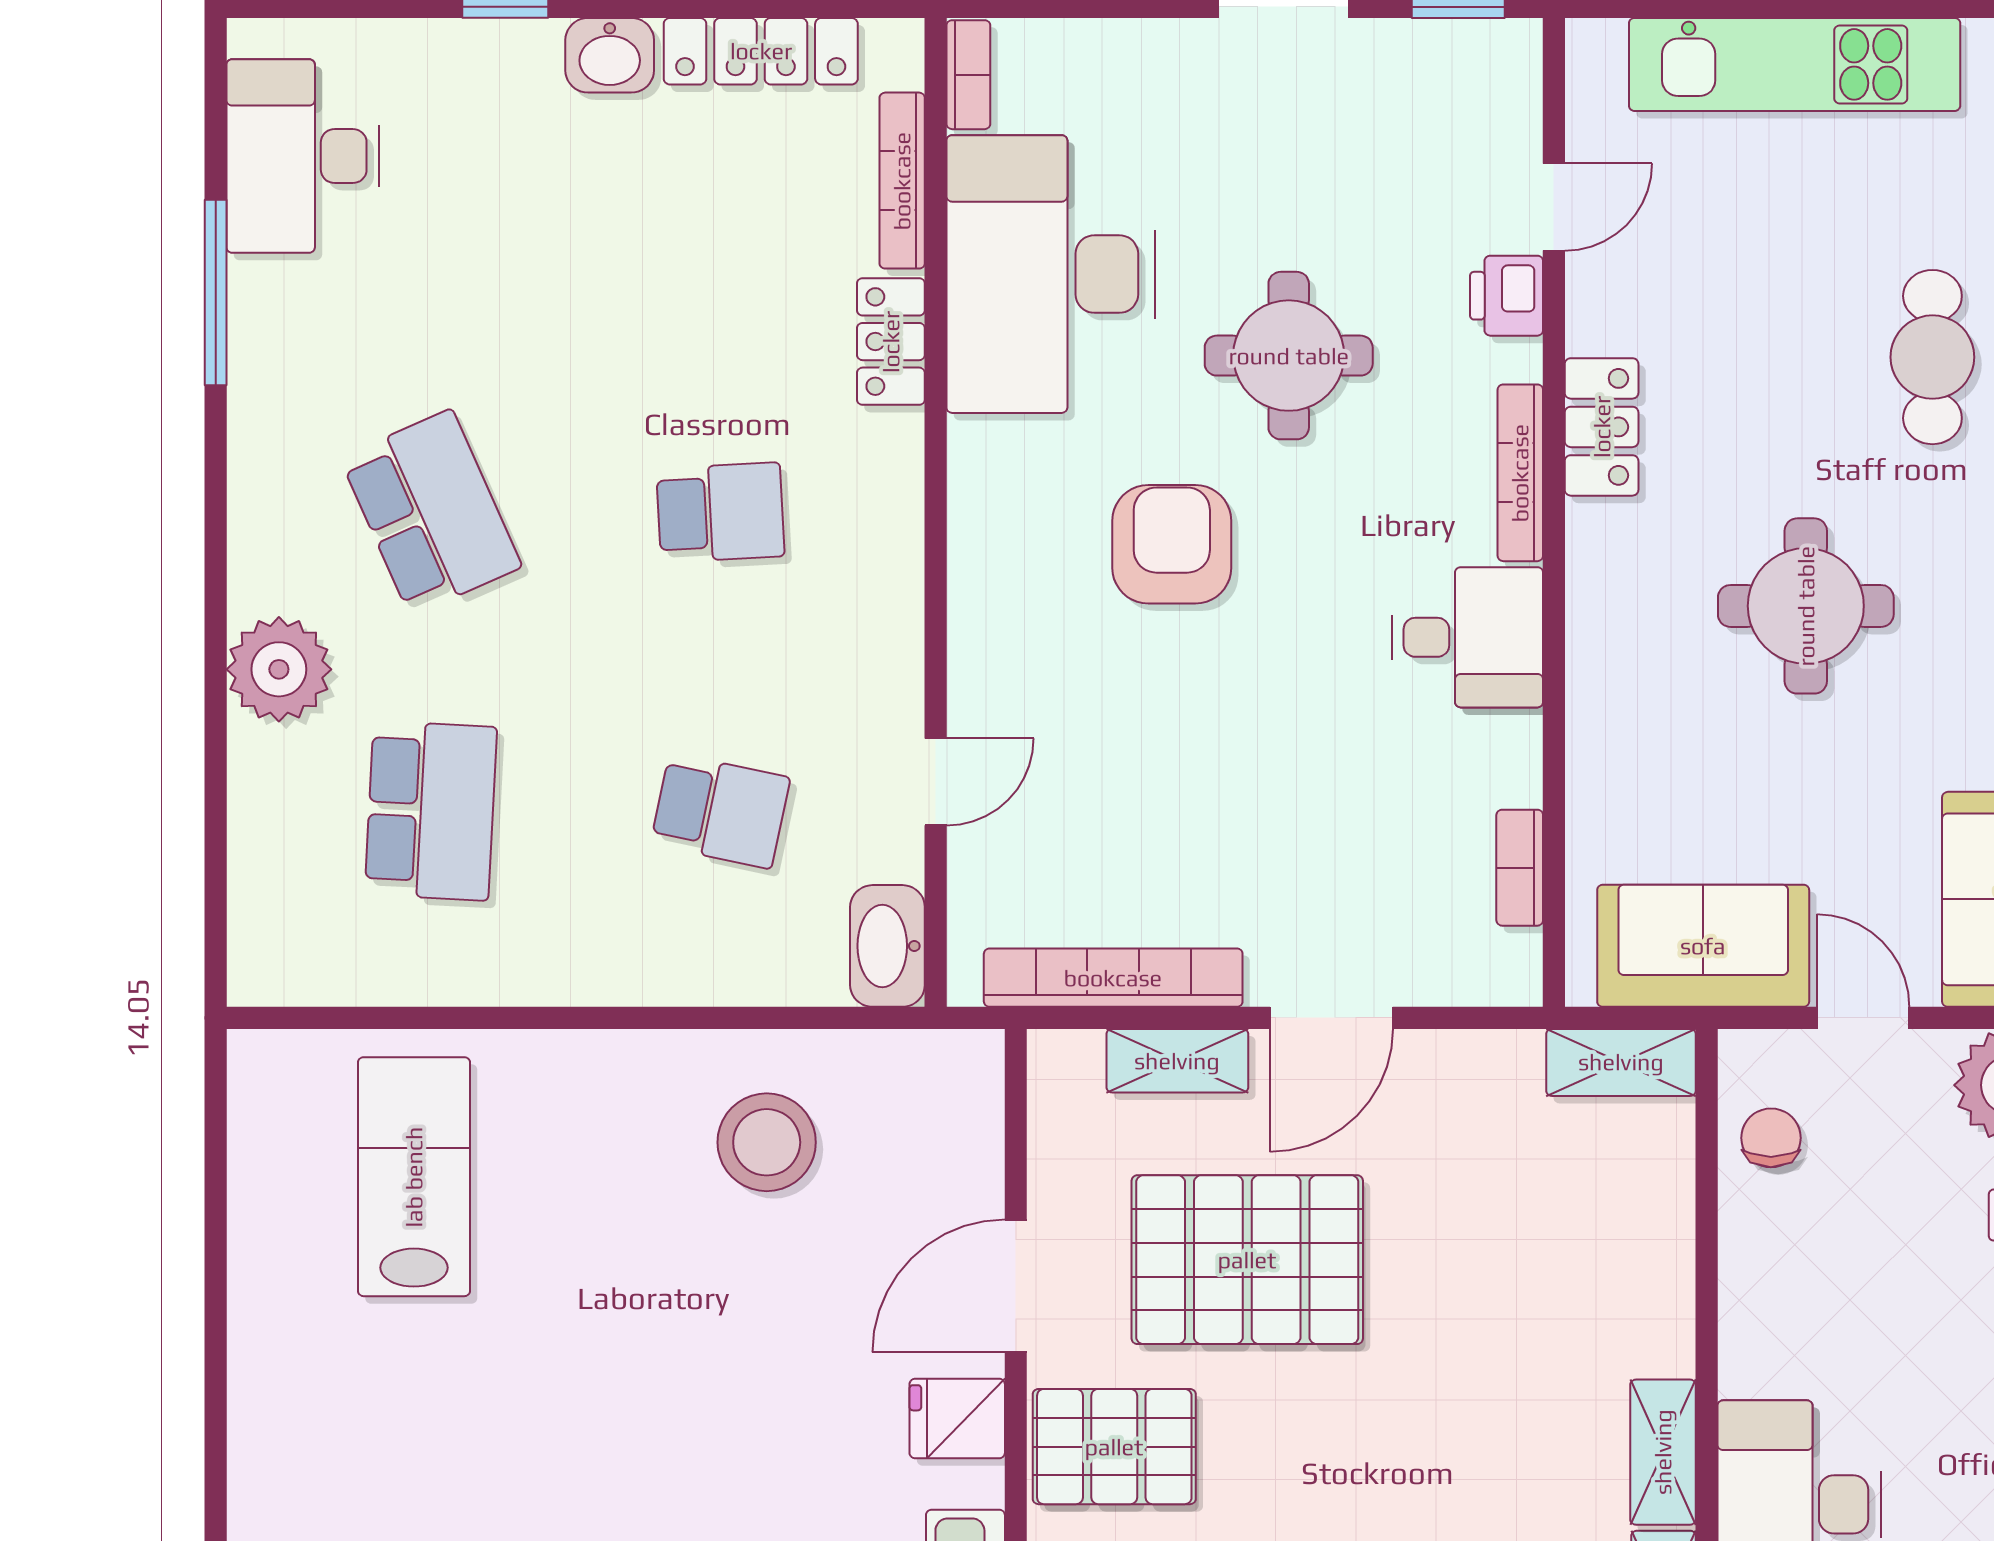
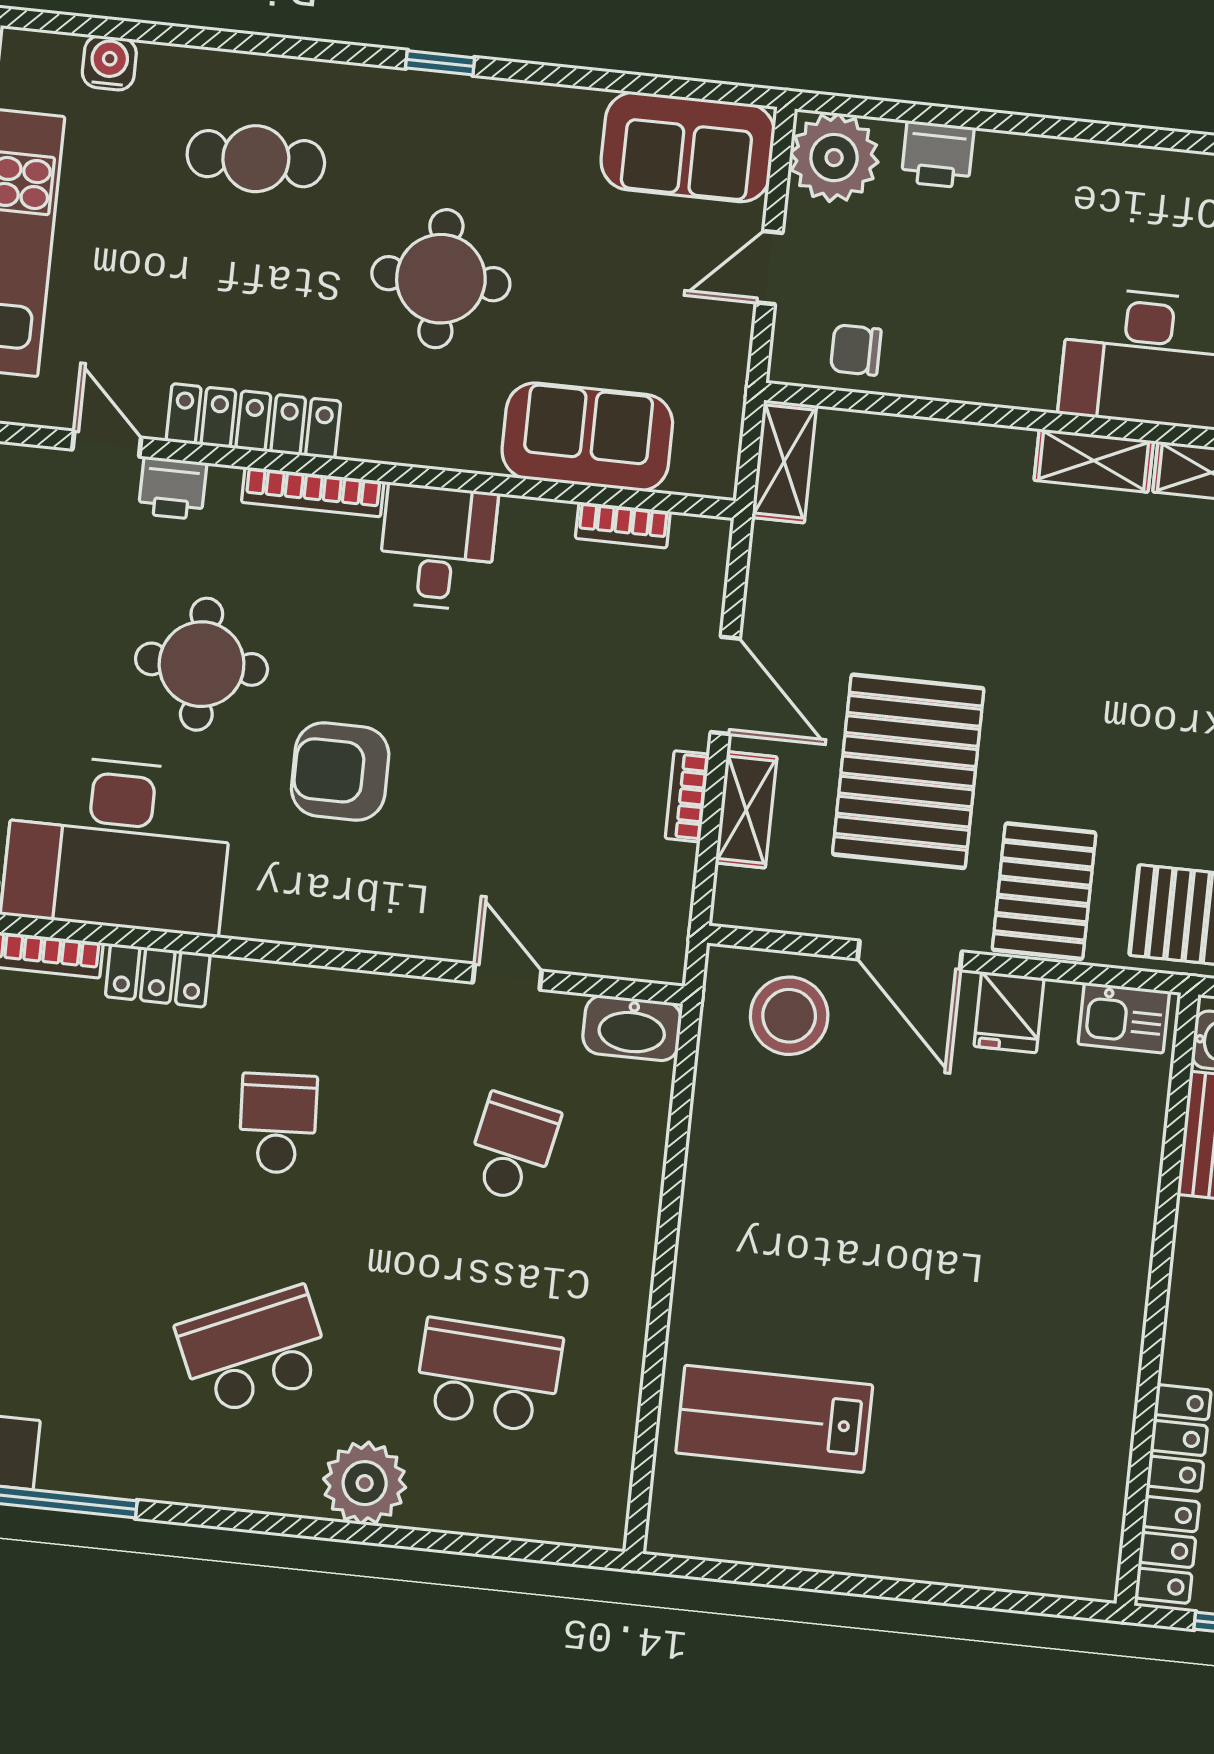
locker: (1602, 427) -> (253, 421), width x1.53
sofa: (1703, 946) -> (587, 437), moved, turned 90
bookcase: (1113, 978) -> (687, 796), width x0.43, depth x0.76
stool: (767, 1142) -> (789, 1016), moved

